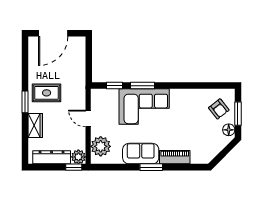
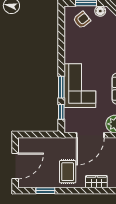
door: (53, 33) -> (15, 166), hinge flipped
window: (25, 102) -> (45, 191), moved
door: (88, 119) -> (90, 135), width x1.88

